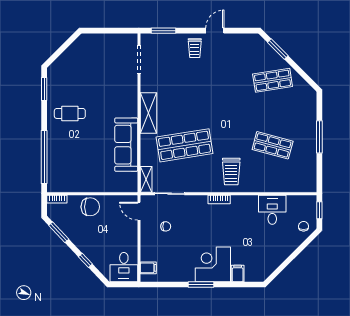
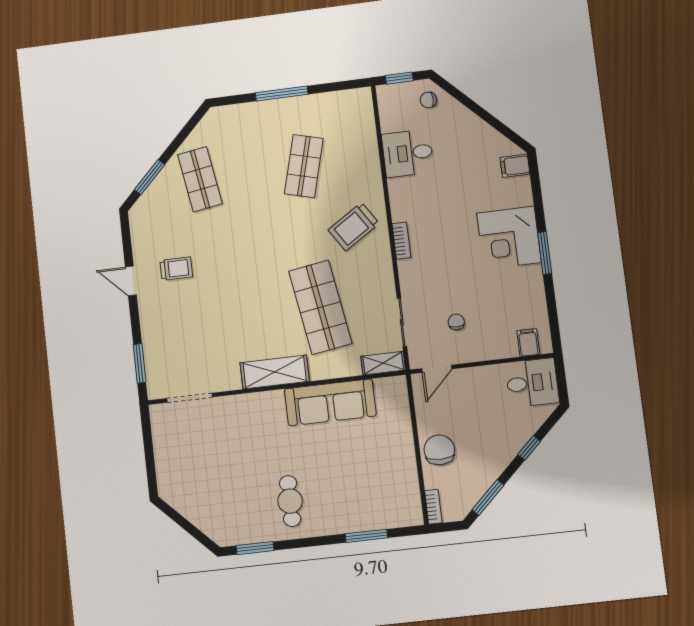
trolley: (195, 48) -> (176, 269), moved
window: (44, 157) -> (366, 536), width x0.47
trolley: (231, 171) -> (354, 227), turned 147
filing cabinet: (238, 274) -> (515, 166), moved

